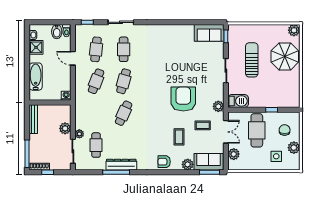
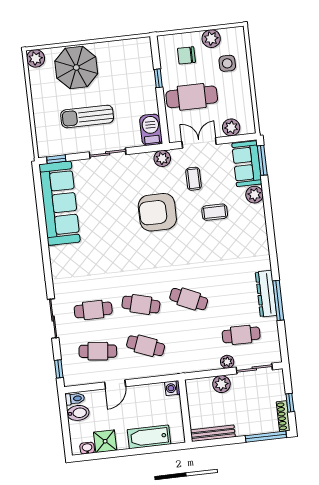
sofa: (209, 33) -> (59, 203), width x1.85, depth x1.27
armchair: (164, 162) -> (254, 230), removed

